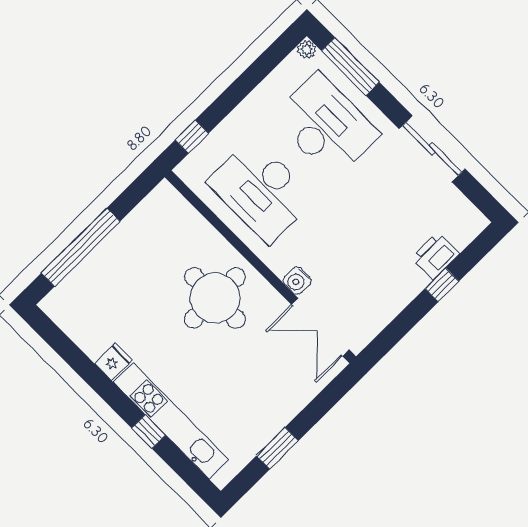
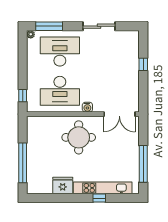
printer: (435, 256) -> (133, 58), removed
water cooler: (297, 281) -> (87, 107), moved
fridge: (113, 362) -> (63, 186), width x1.88, depth x1.34
window: (277, 448) -> (143, 164), width x2.11

